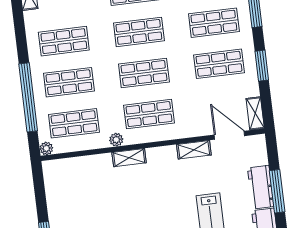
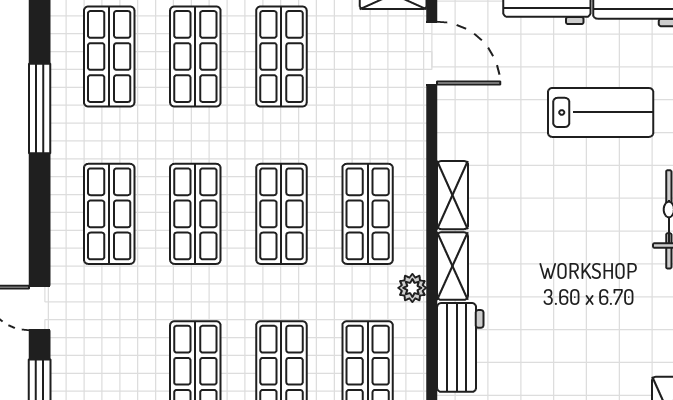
door: (229, 135) -> (432, 53), swing flipped
shelving: (194, 150) -> (453, 195), moved
workbench: (91, 166) -> (460, 347), added

